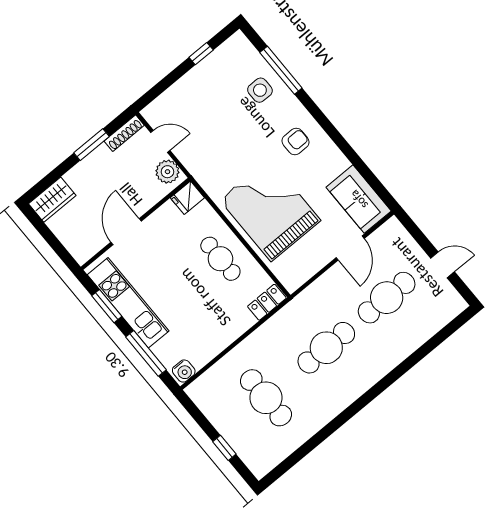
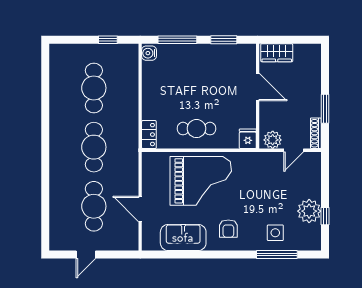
plant: (209, 74) -> (309, 211), added
sofa: (359, 199) -> (183, 238), moved
wardrobe: (52, 200) -> (277, 53), moved, turned -90
kitchen unit: (128, 303) -> (215, 54), removed
cafe table: (266, 398) -> (94, 88), turned 90
window: (224, 448) -> (108, 40), moved

